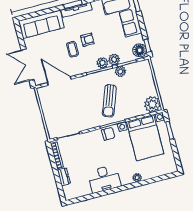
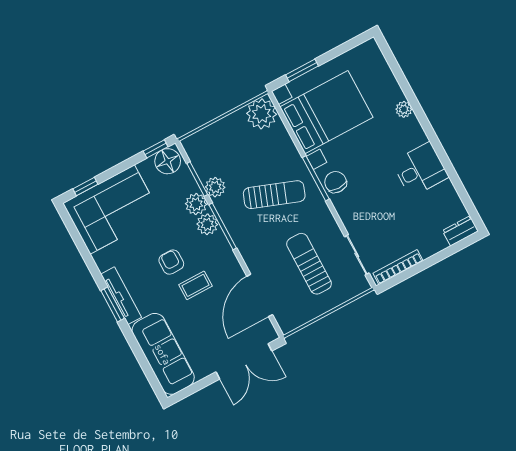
sun lounger: (70, 110) -> (309, 264), added
dresser: (64, 177) -> (460, 231), moved
desk: (104, 179) -> (420, 170), width x0.73

